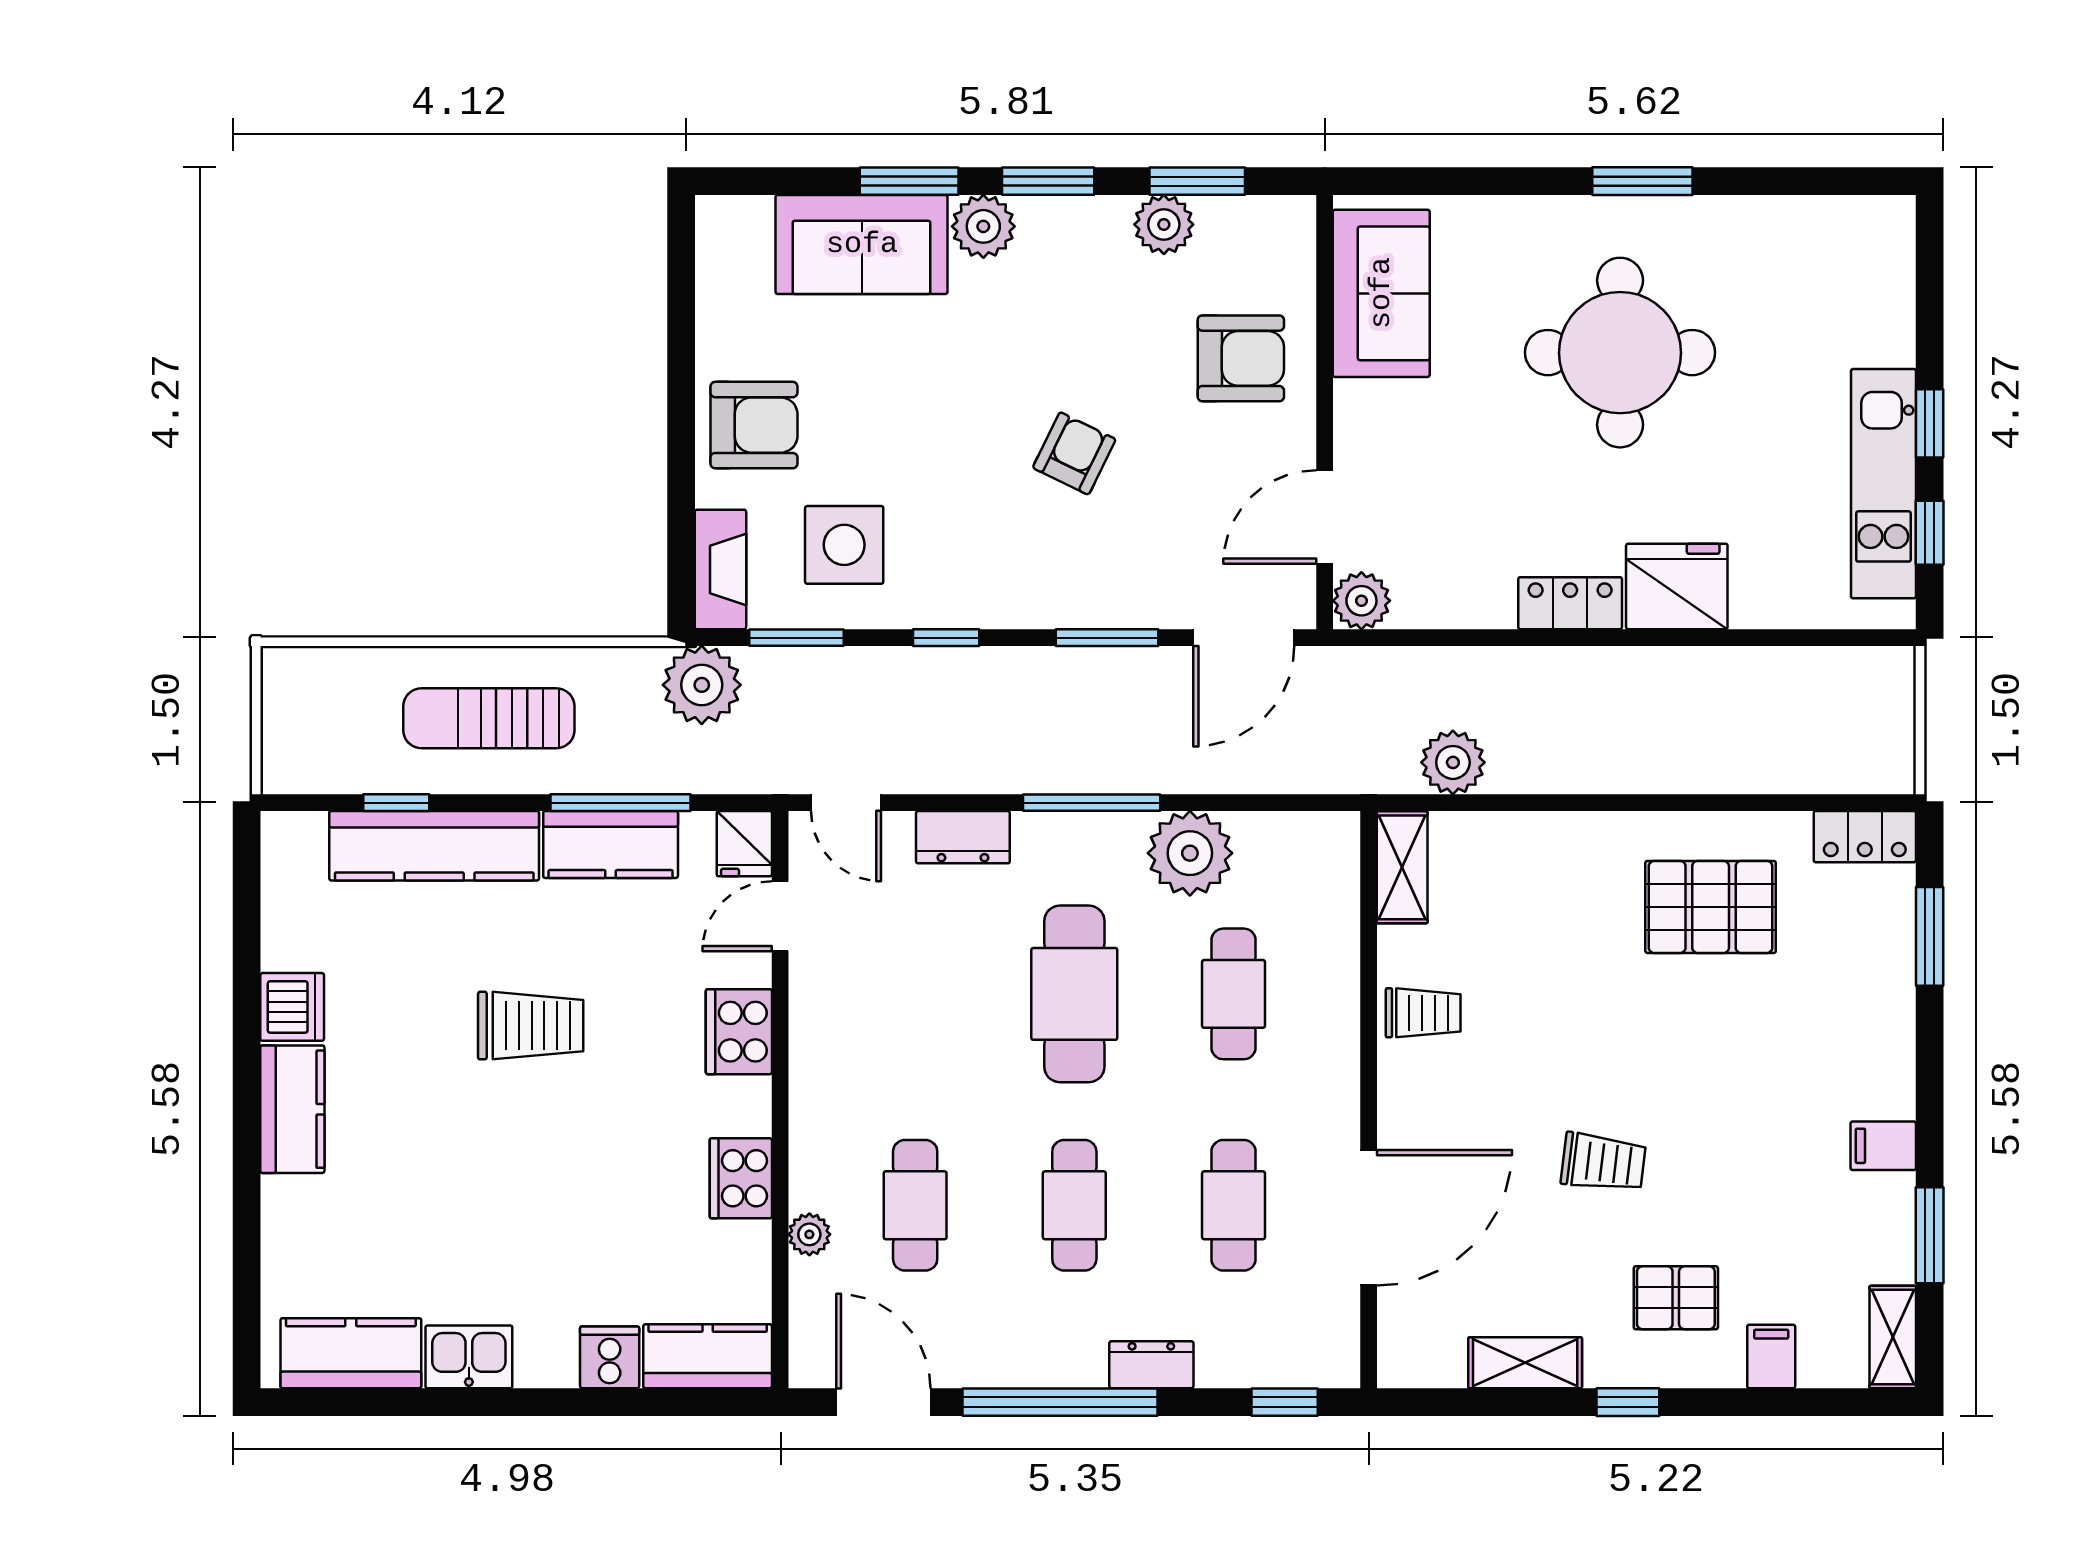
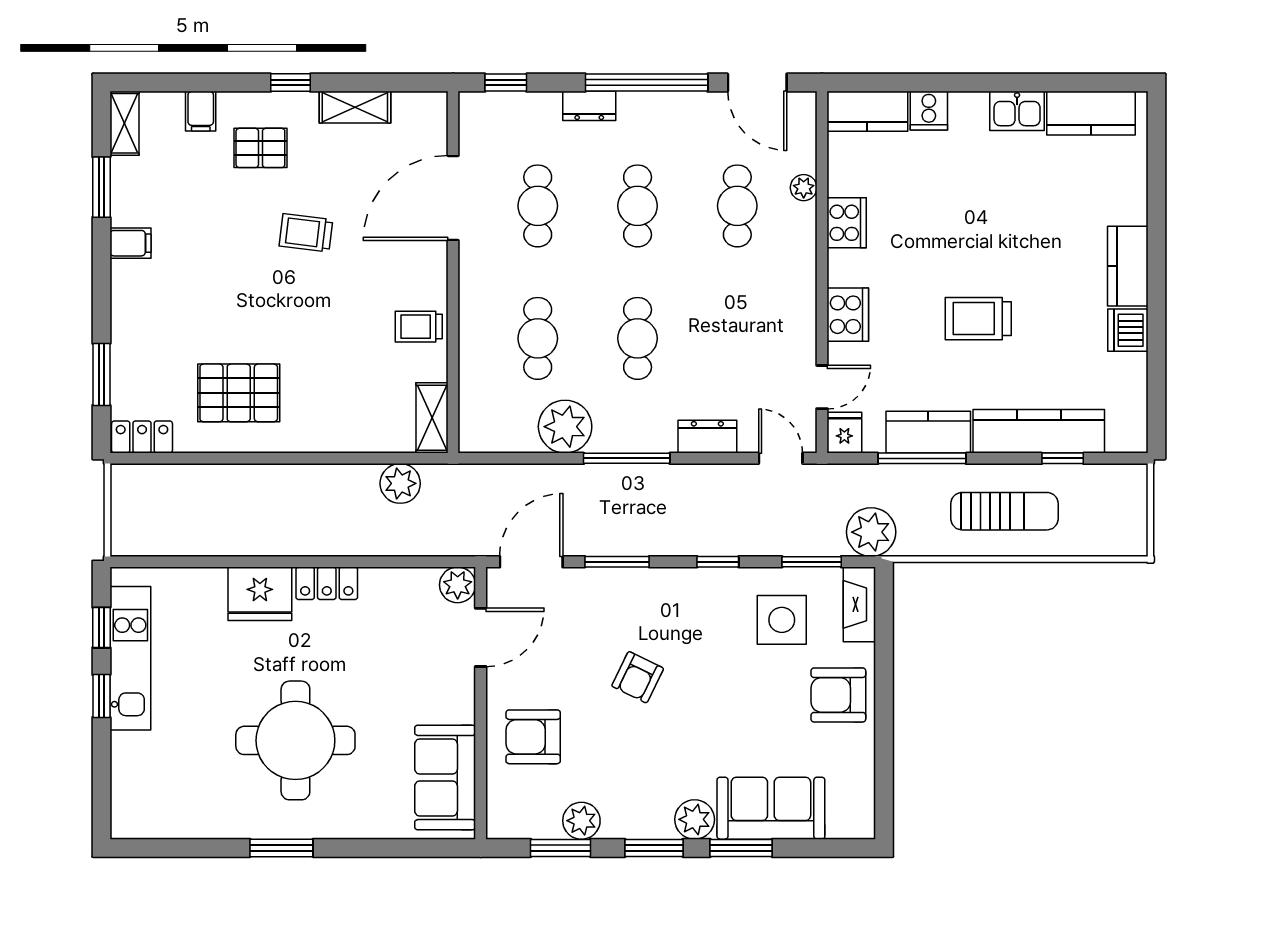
cafe table: (1074, 994) -> (638, 338), width x0.73, depth x0.74

